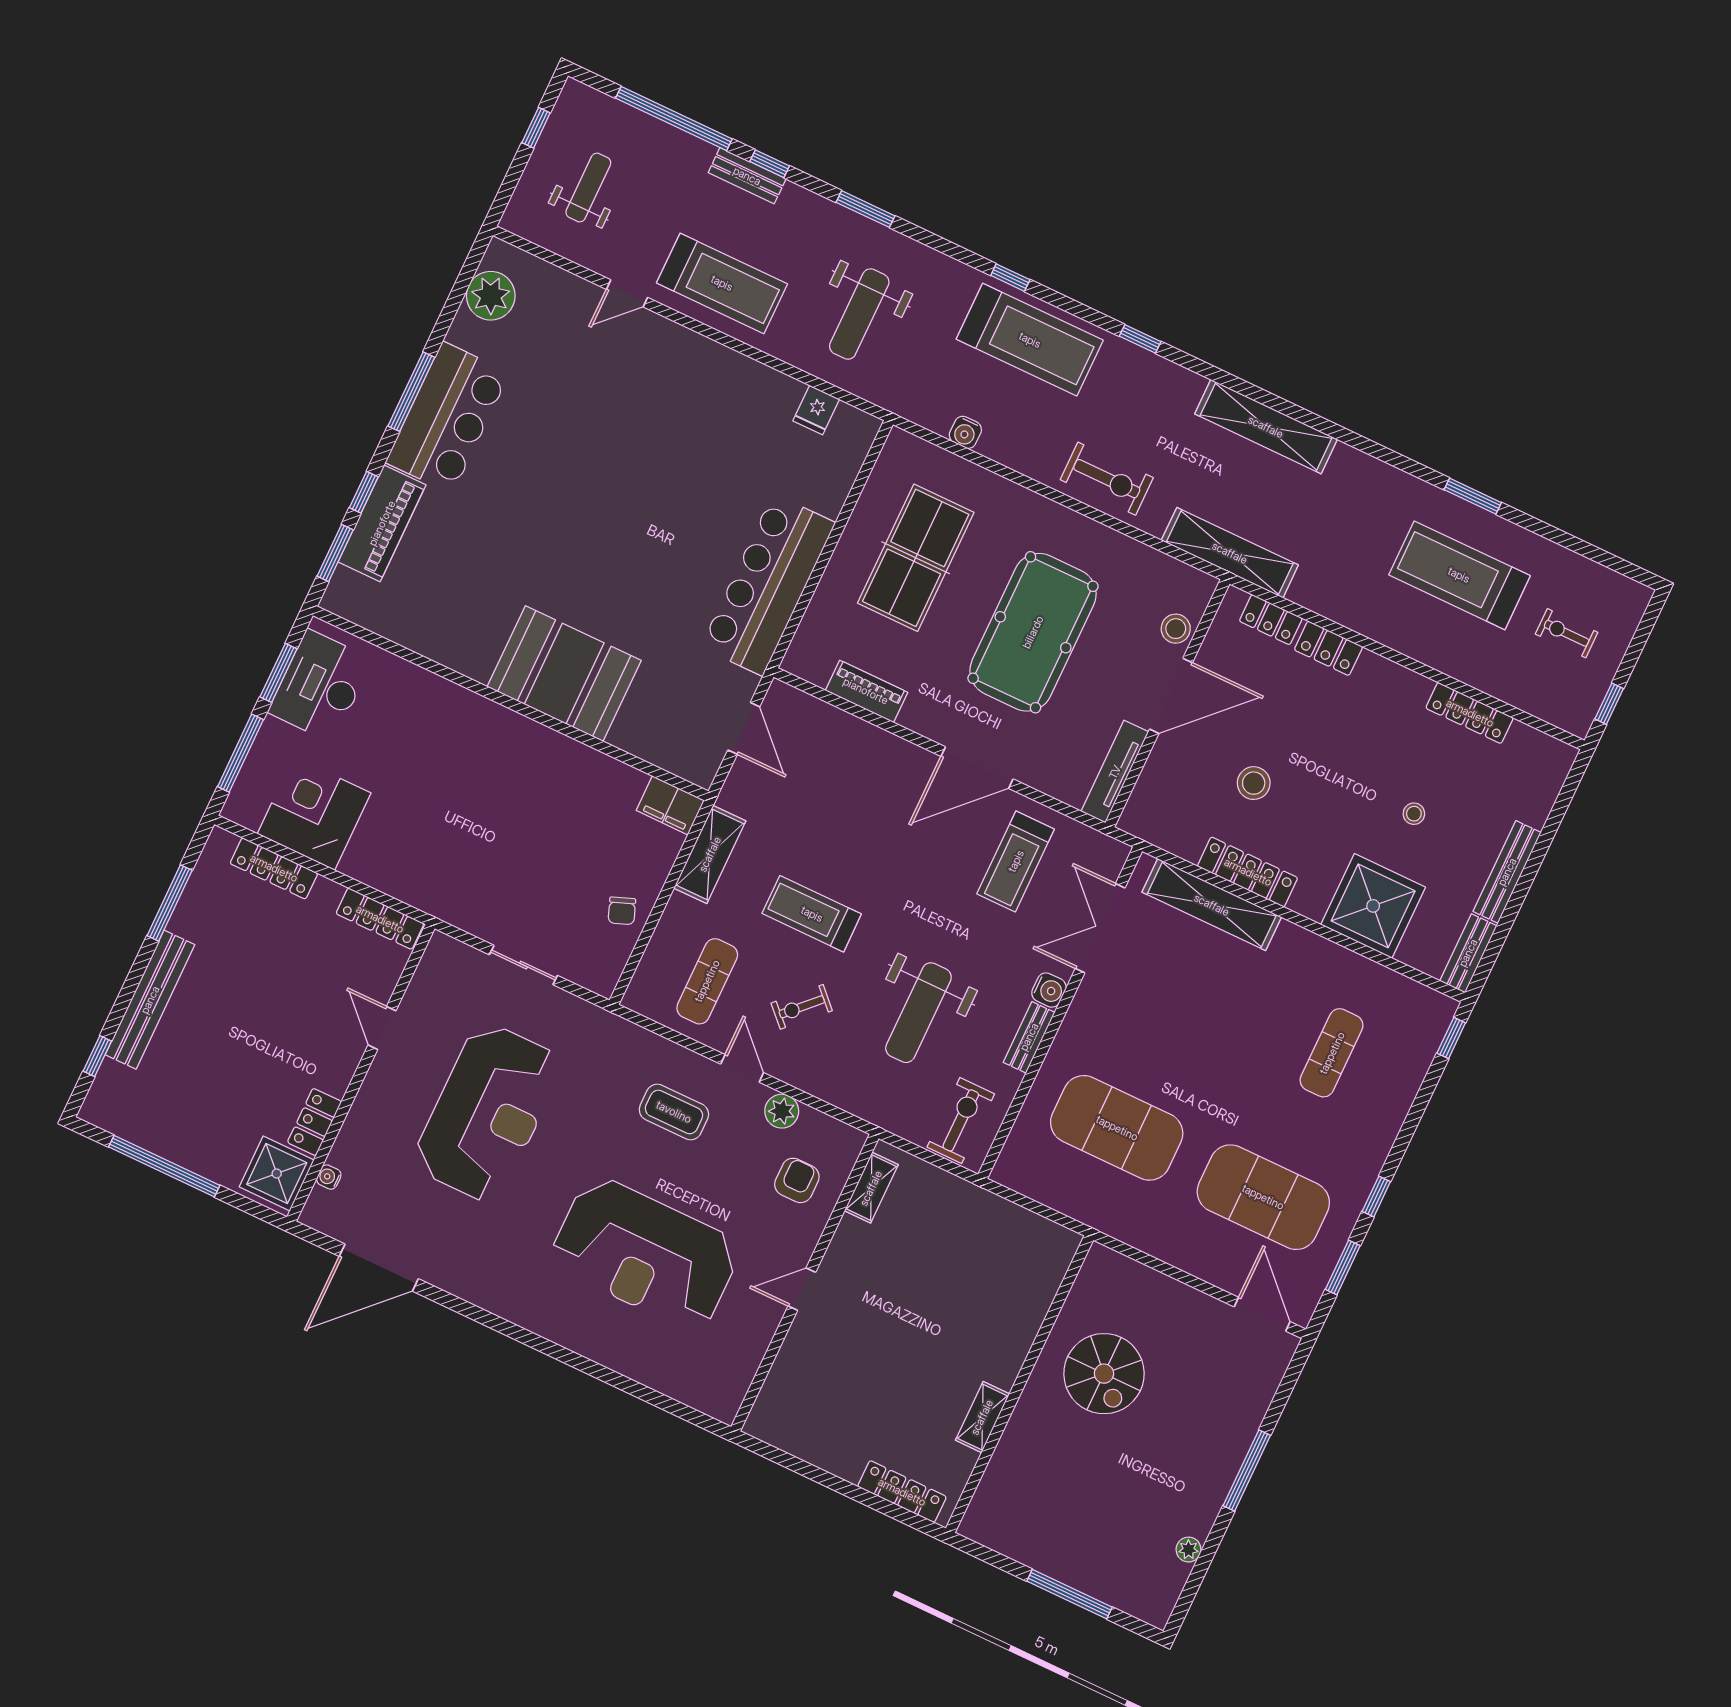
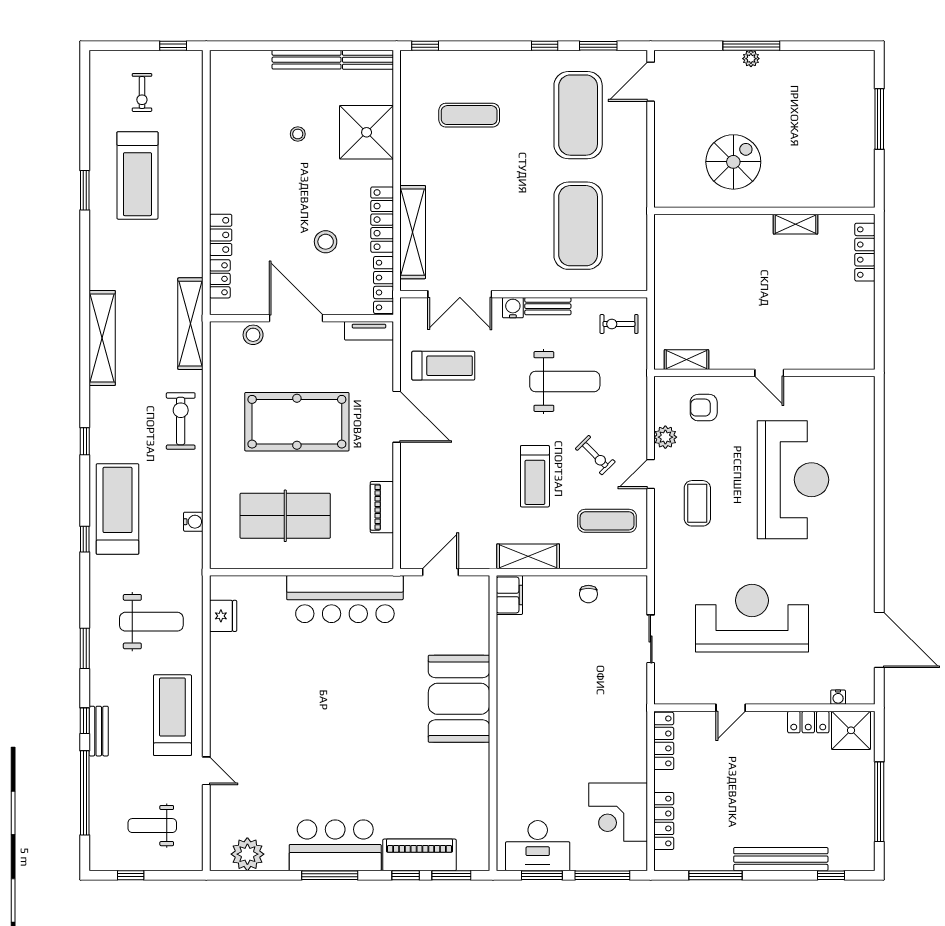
fridge: (816, 410) -> (223, 616), width x1.38
locker: (1470, 713) -> (384, 285), moved, turned 180
tv unit: (1115, 772) -> (369, 331), width x0.71
chair: (622, 911) -> (588, 594), turned 111
exercise bike: (961, 1120) -> (619, 324), width x0.73, depth x0.72
plant: (1189, 1550) -> (751, 59), moved

